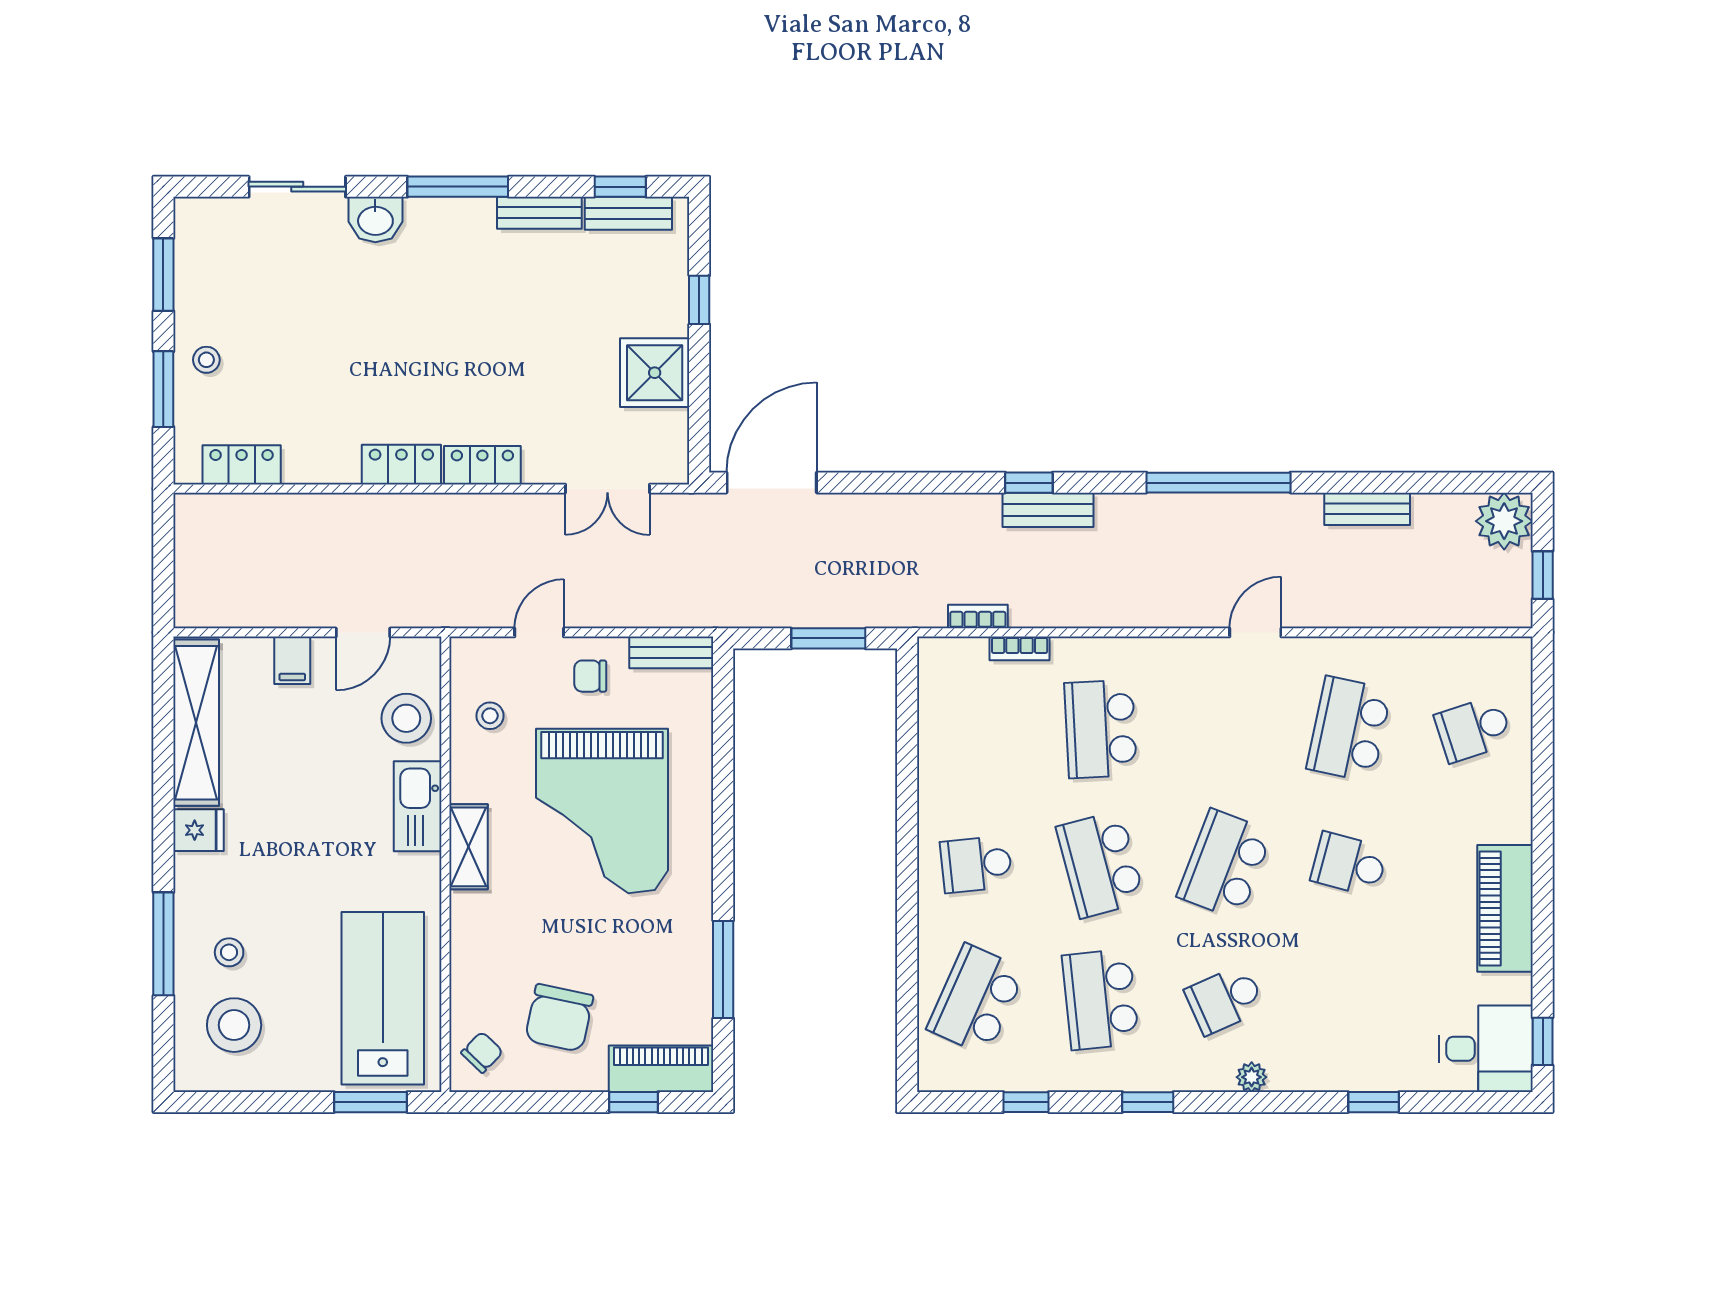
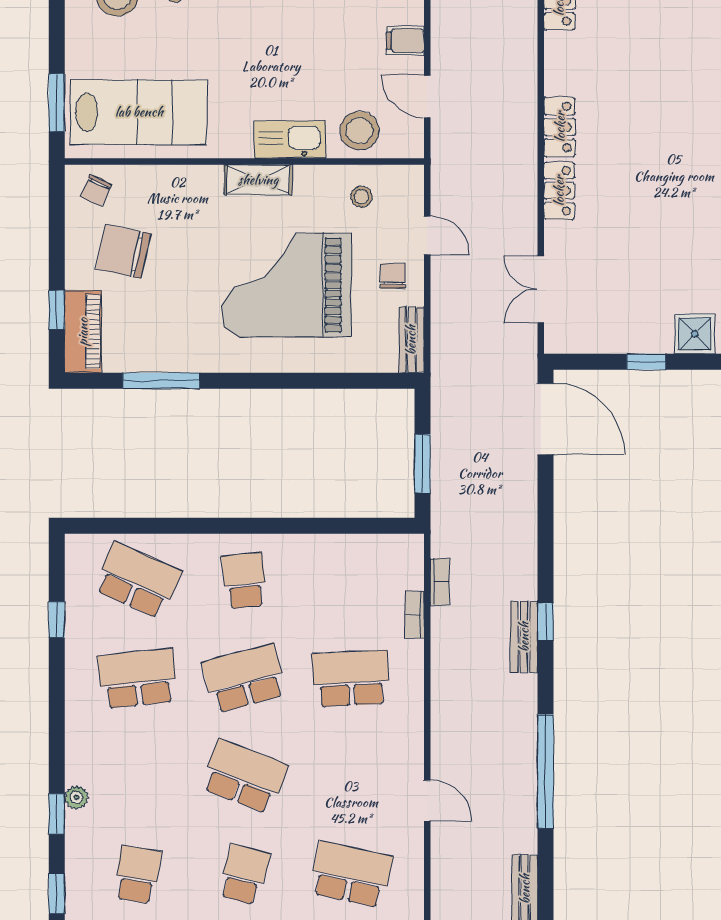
window: (699, 300) -> (646, 362), moved
shower: (655, 373) -> (695, 334), moved, width x0.73, depth x0.73
school desk: (1225, 999) -> (138, 874), moved, turned 33
chair: (482, 1052) -> (96, 190), turned 70
window: (1148, 1102) -> (57, 814), moved

